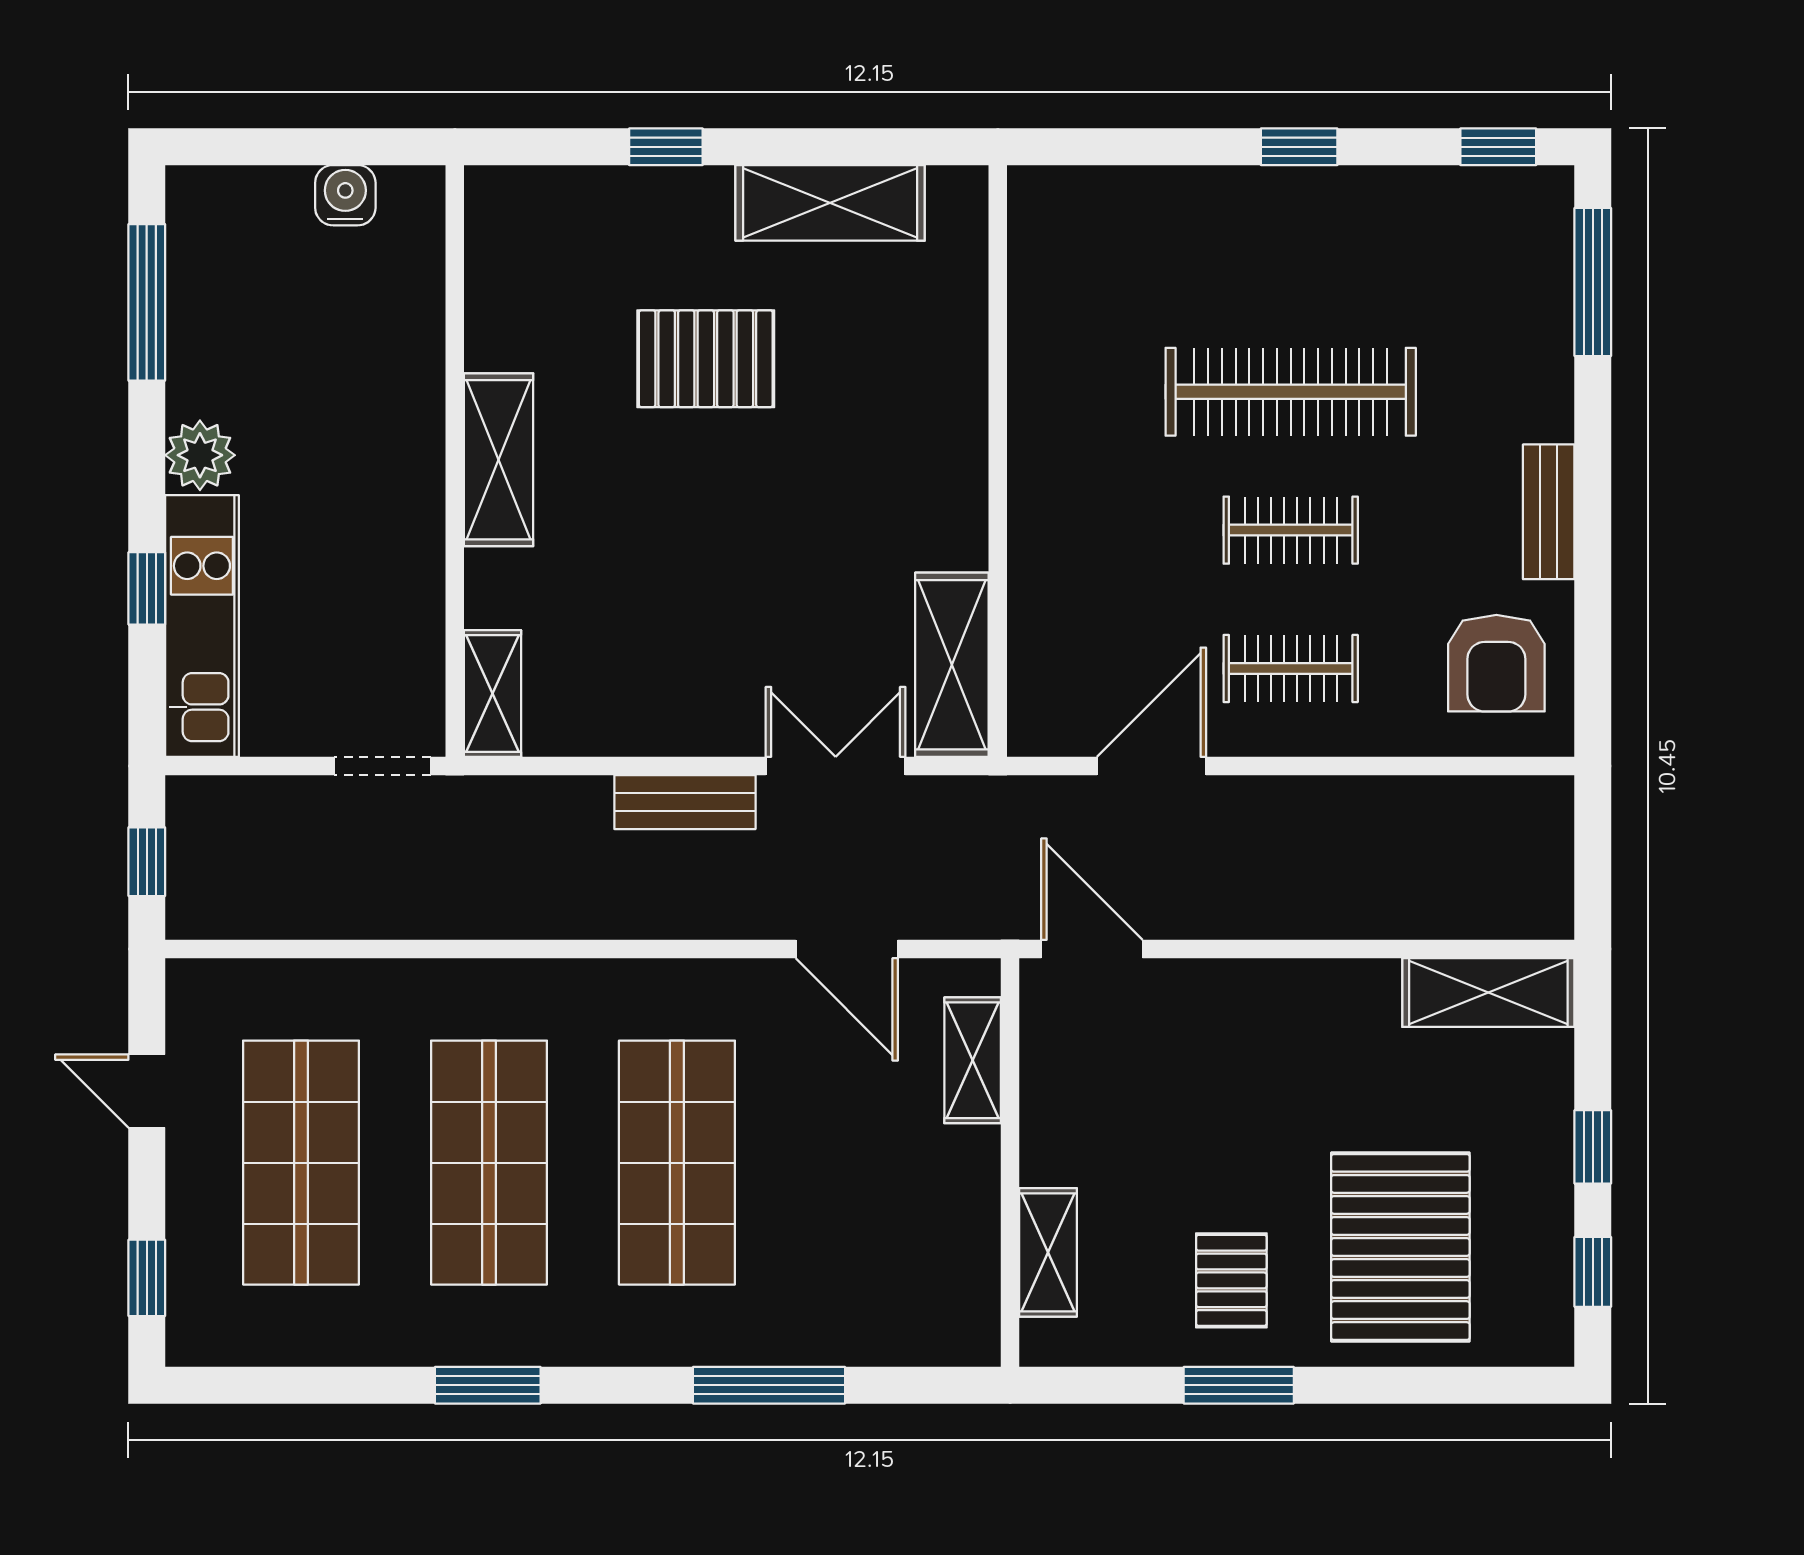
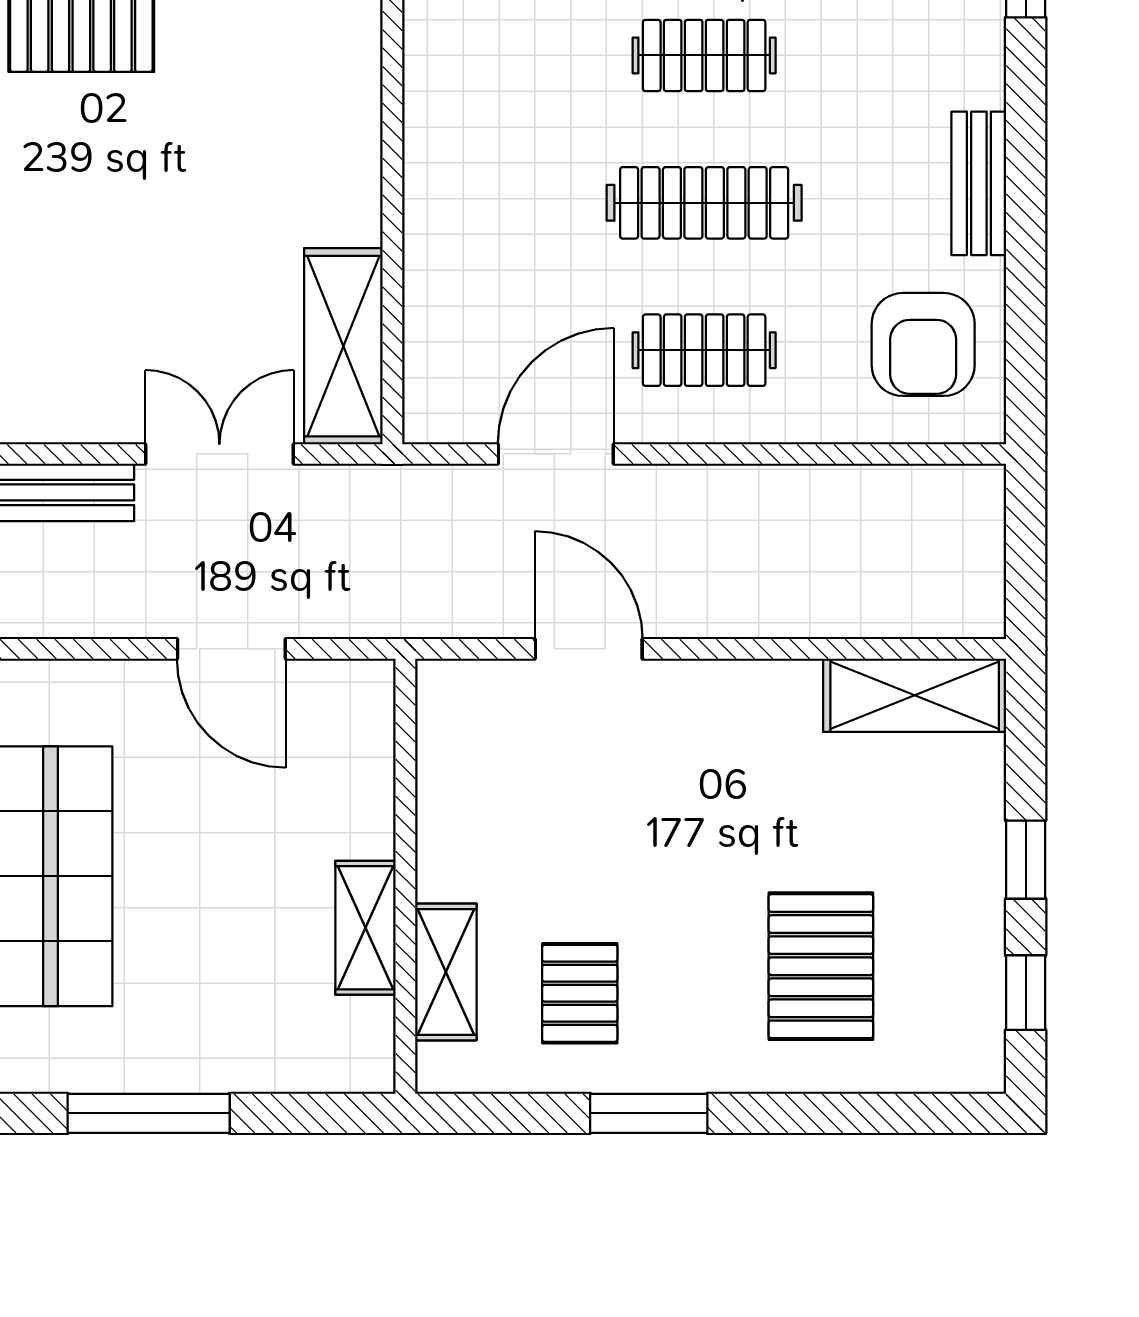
clothes rail: (1291, 392) -> (704, 55), width x0.54, depth x0.76
clothes rail: (1291, 530) -> (704, 203), width x1.36
door: (1092, 949) -> (589, 649), moved
shelving: (973, 1060) -> (365, 928), moved
pallet: (1400, 1247) -> (821, 966), width x0.73, depth x0.71
pallet: (1231, 1280) -> (580, 993), moved

